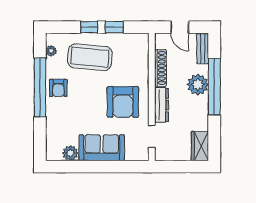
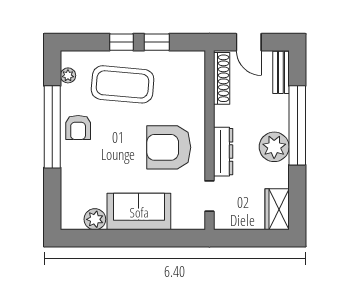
shoe rack: (160, 68) -> (222, 78), moved
plant: (198, 84) -> (274, 147), moved
armchair: (123, 102) -> (169, 147), turned 90

